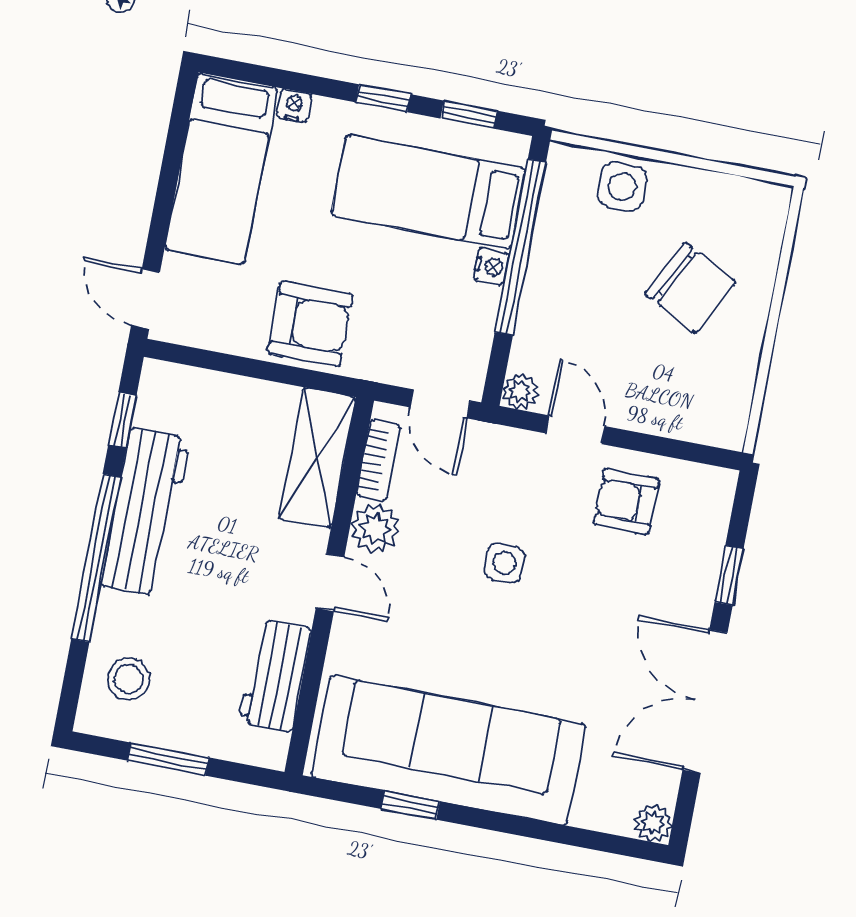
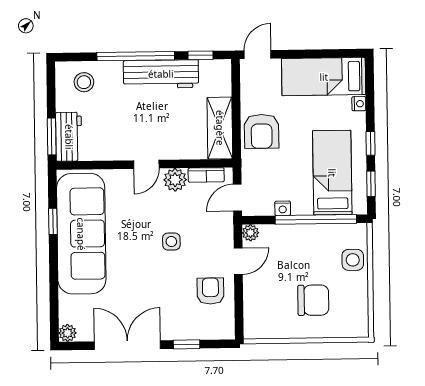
nightstand: (491, 267) -> (283, 208), moved
chair: (690, 288) -> (313, 300), turned -117
shelving: (317, 458) -> (220, 128), moved, turned 90
workbench: (275, 676) -> (69, 137), moved, turned 90
window: (168, 759) -> (52, 136), moved

